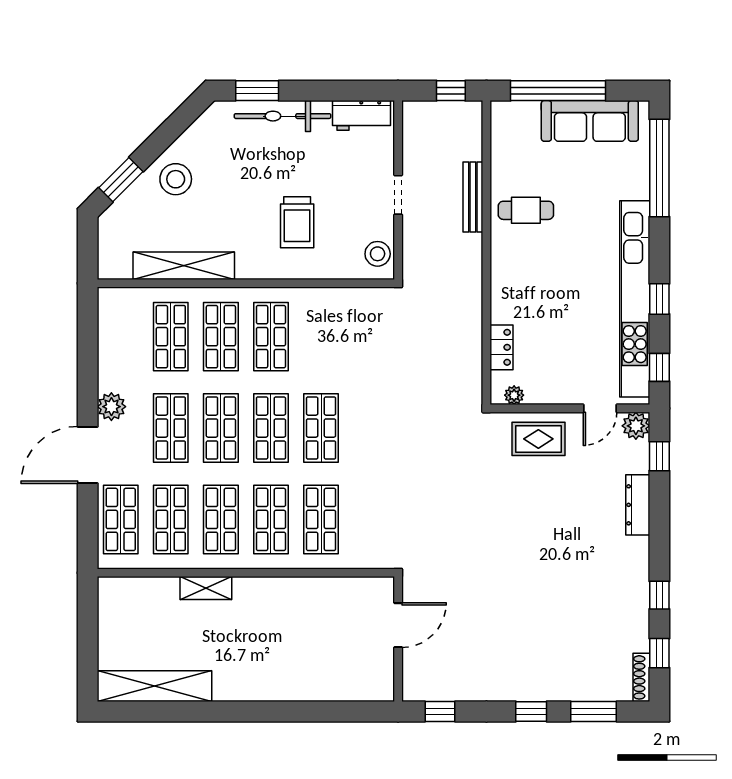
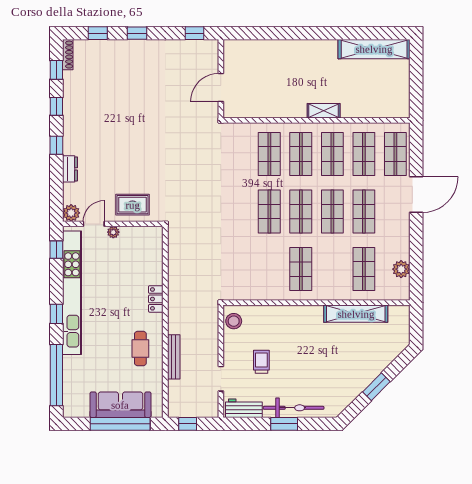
window: (257, 91) -> (284, 424), moved
sofa: (590, 121) -> (120, 405), moved
stool: (176, 179) -> (361, 368), removed
window: (121, 180) -> (376, 387), moved
doorway: (398, 195) -> (221, 379), moved
cafe table: (526, 210) -> (140, 348), turned 90
trolley: (297, 222) -> (261, 362), moved, width x0.73, depth x0.72
window: (659, 299) -> (56, 314), moved
shop shelf: (221, 337) -> (332, 269), removed
locker: (501, 347) -> (156, 299), moved
plant: (514, 395) -> (113, 232), moved
plant: (111, 407) -> (401, 269), moved
window: (659, 456) -> (56, 145), moved
dresser: (638, 505) -> (70, 169), width x0.70
shelving: (206, 588) -> (324, 111), moved
window: (594, 711) -> (98, 33), width x0.67

